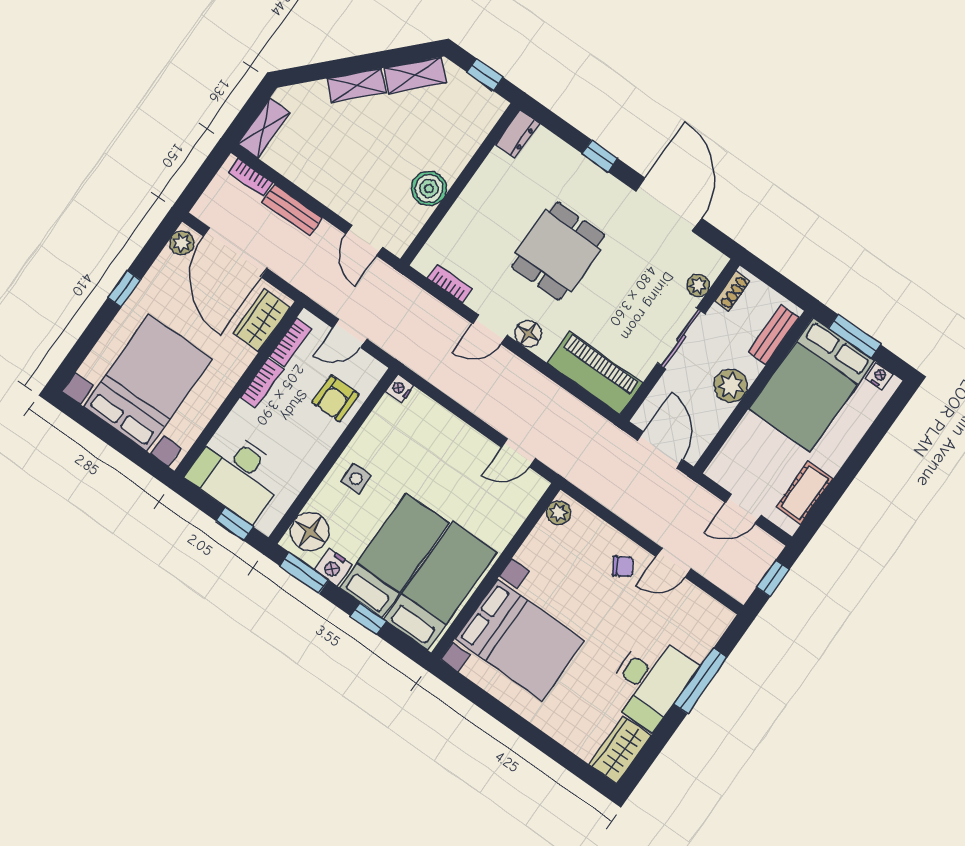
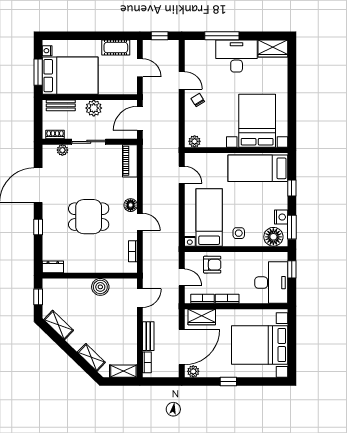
shelving: (357, 85) -> (91, 357), moved
piano: (595, 373) -> (130, 161), width x0.73, depth x0.75
bed: (394, 555) -> (209, 217), moved, turned 90

